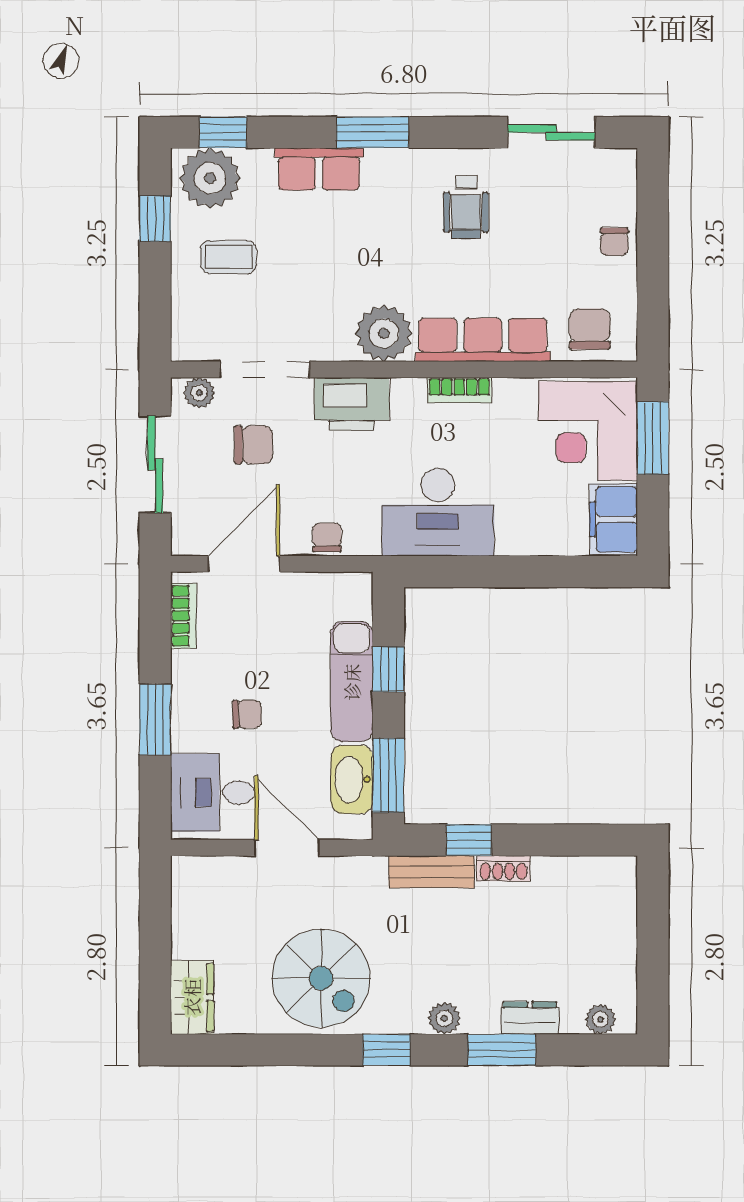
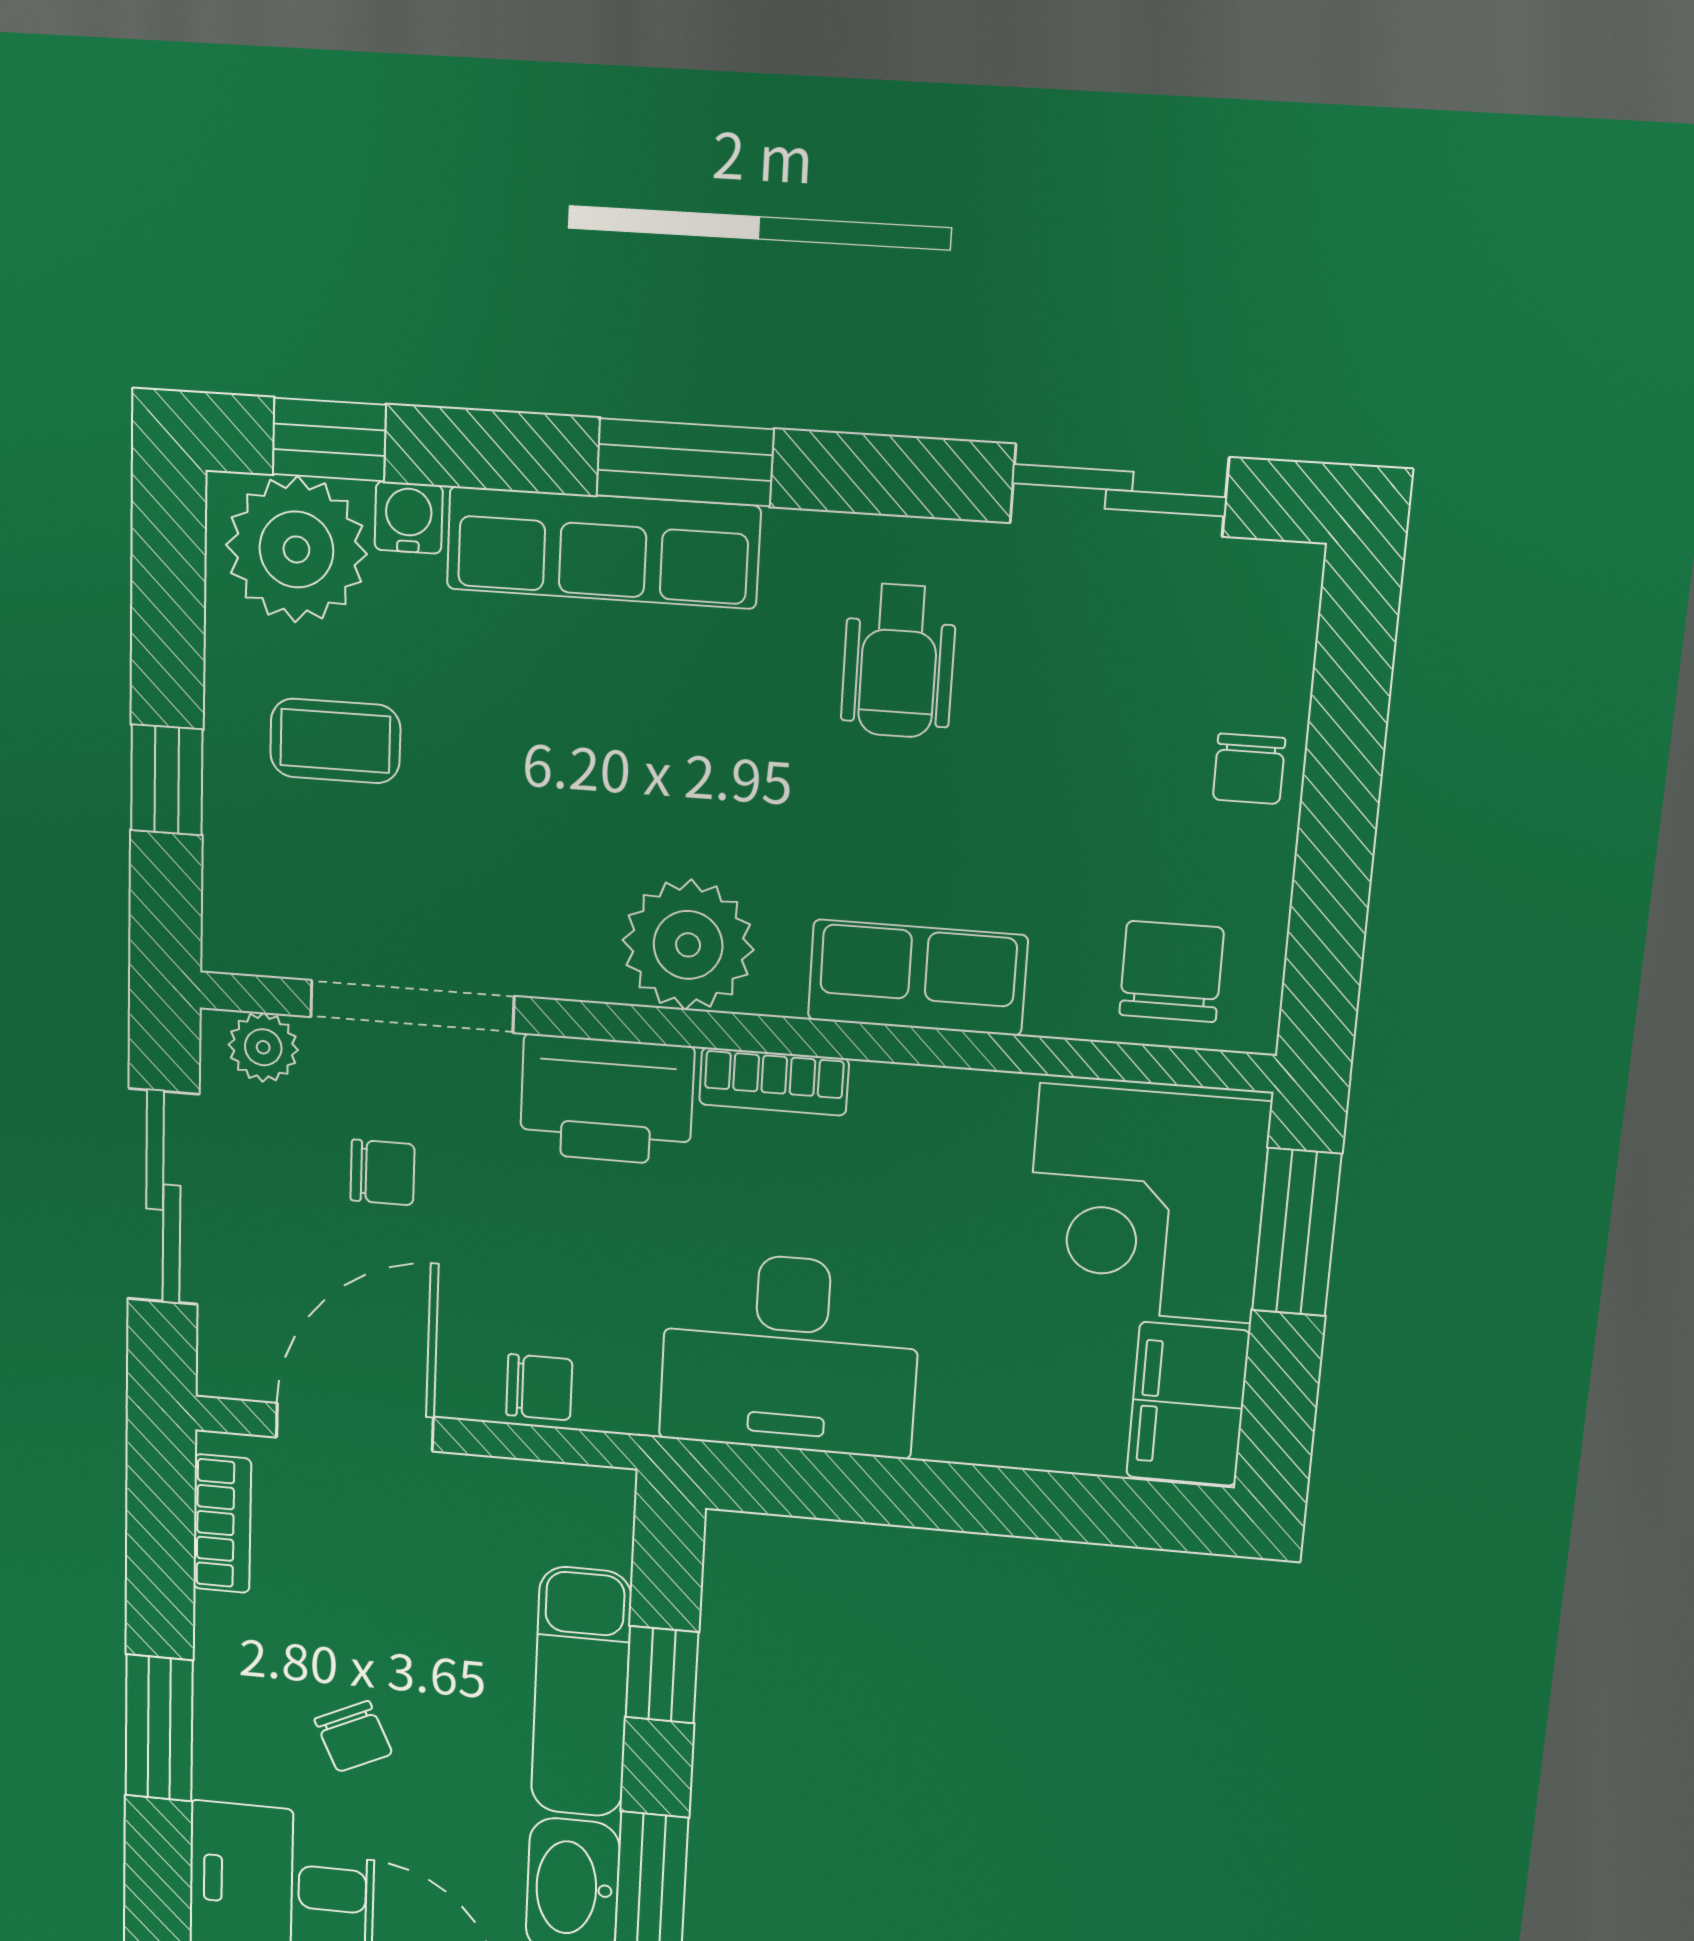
water cooler: (258, 162) -> (409, 518), added
row of seats: (319, 169) -> (603, 548), width x1.48
window: (155, 219) -> (167, 780), moved
row of seats: (483, 340) -> (918, 978), width x0.68
bookcase: (459, 390) -> (774, 1081), moved
chair: (254, 445) -> (382, 1172), width x0.73, depth x0.73
chair: (327, 538) -> (539, 1387), turned 90
chair: (247, 714) -> (353, 1736), turned 66

